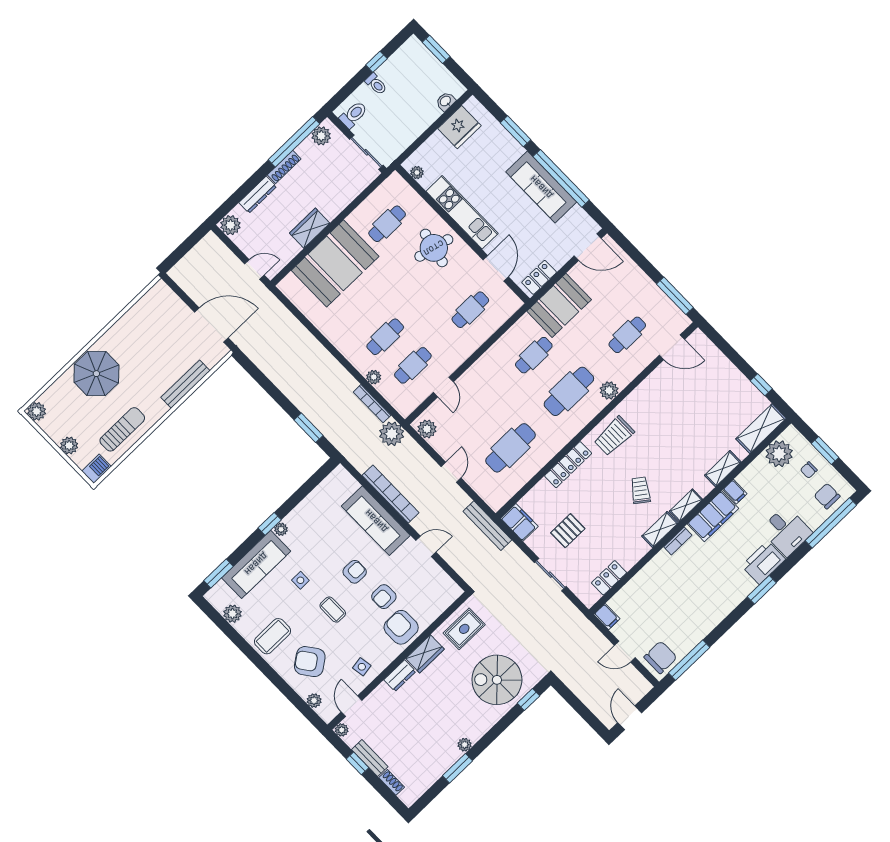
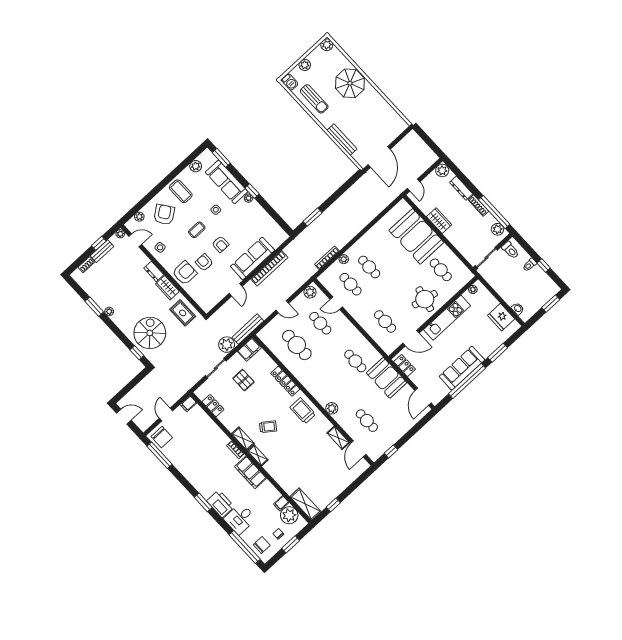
window: (675, 296) -> (391, 451), width x0.46
cafe table: (569, 391) -> (320, 323), moved, width x0.73, depth x0.74
plant: (392, 434) -> (227, 345), moved
shelving: (723, 469) -> (338, 438), moved
filing cabinet: (735, 492) -> (281, 503), moved

